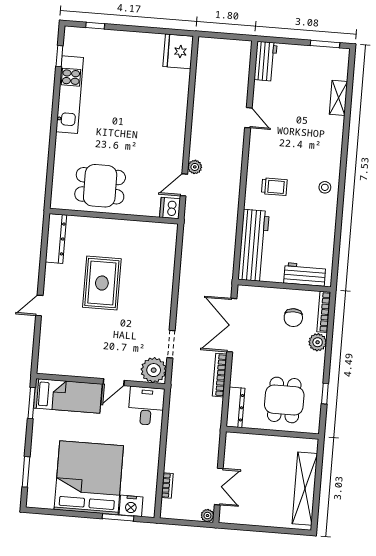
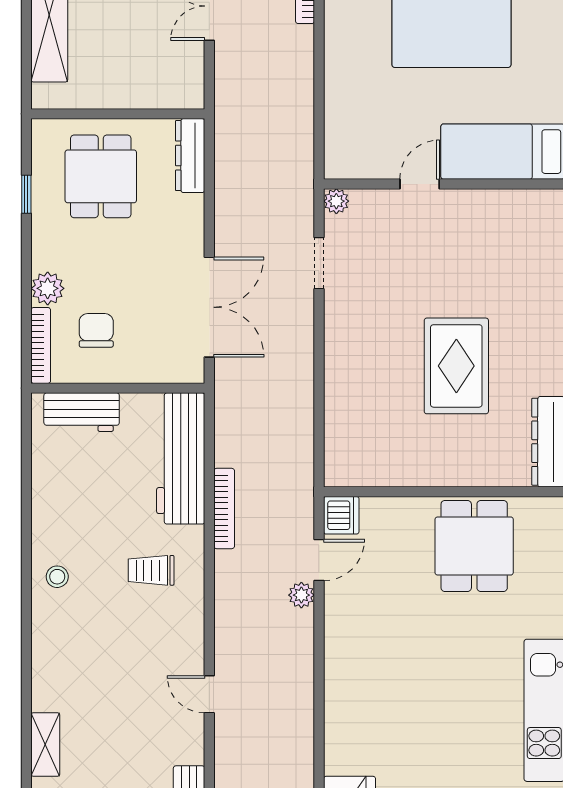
dining table: (100, 186) -> (474, 546), turned 90
plant: (154, 370) -> (336, 201), width x0.53, depth x0.53
bookcase: (220, 375) -> (224, 509), moved
desk: (146, 406) -> (356, 145), removed

